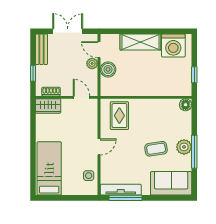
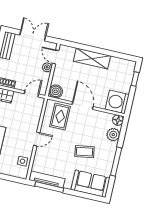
washing machine: (173, 46) -> (117, 102), moved, turned 90
boiler: (108, 69) -> (56, 91), moved
window: (194, 75) -> (135, 79), moved
door: (81, 97) -> (32, 94), hinge flipped
door: (142, 97) -> (83, 106), added
plant: (184, 147) -> (113, 135), moved

